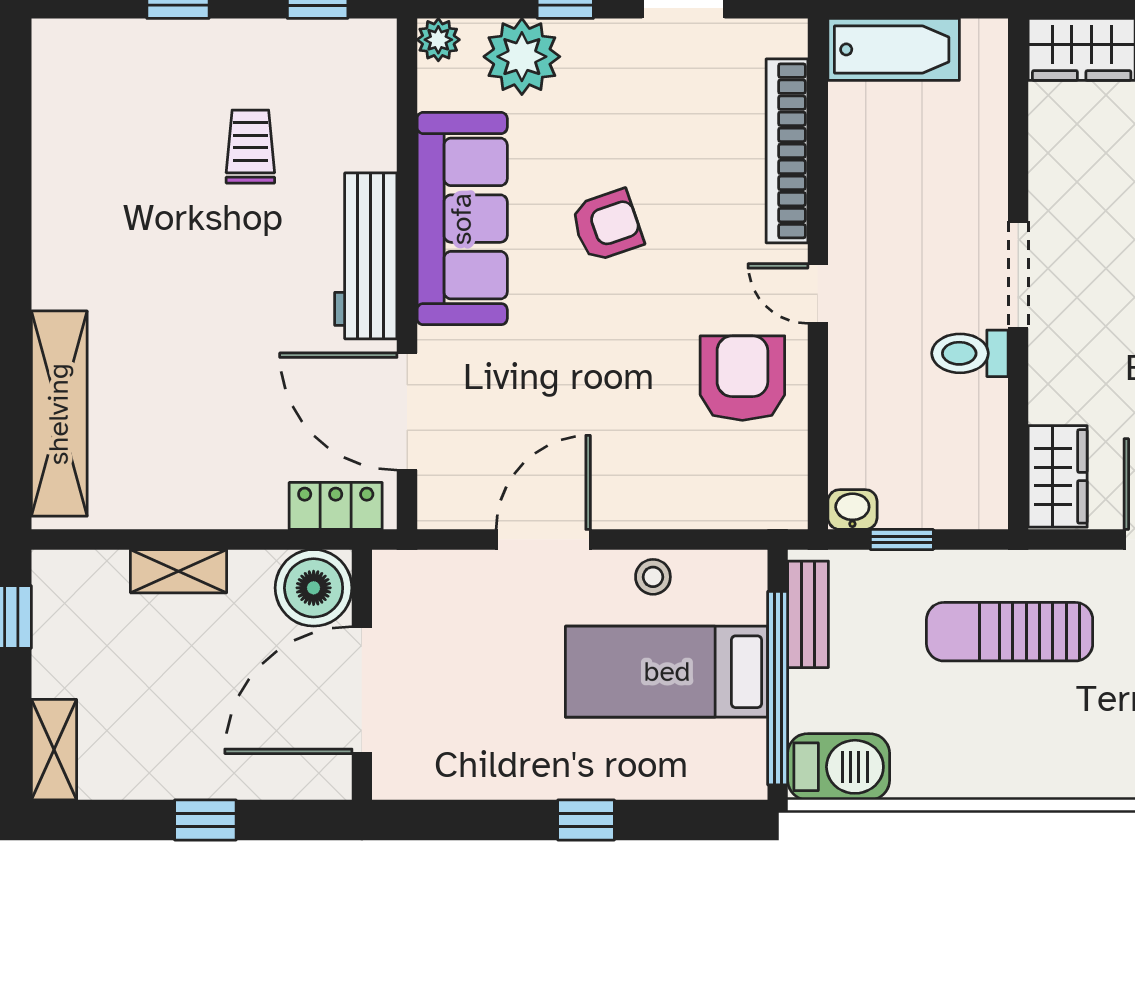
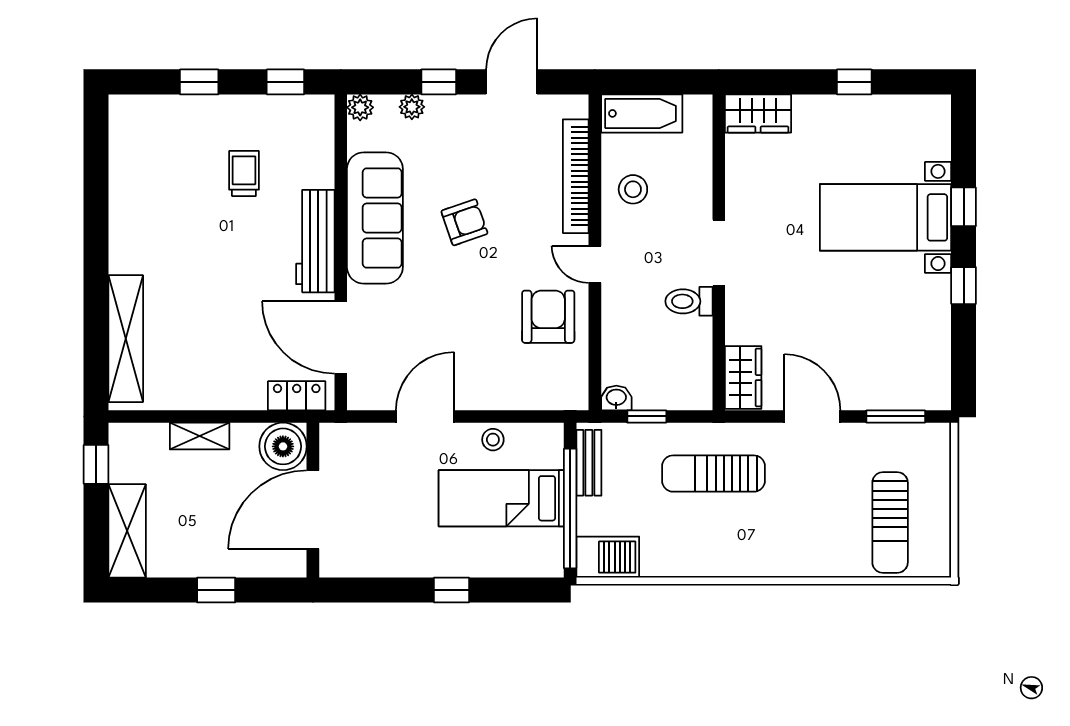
plant: (522, 57) -> (412, 107), width x0.53, depth x0.53
stool: (879, 172) -> (633, 189), added
shelving: (54, 750) -> (127, 531), width x1.50, depth x1.33

